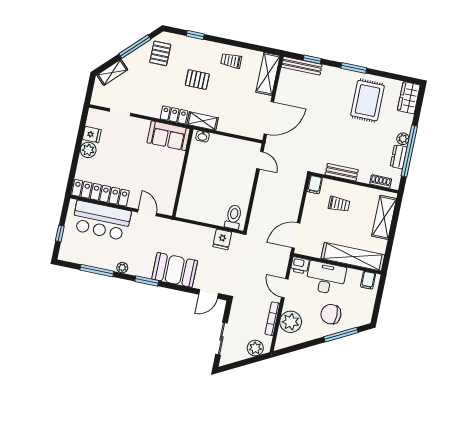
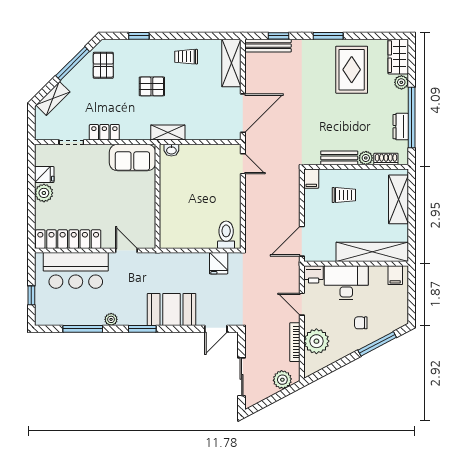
locker: (174, 115) -> (104, 132), moved
plant: (403, 139) -> (401, 82), moved
plant: (364, 177) -> (366, 158), added
chair: (331, 314) -> (361, 323), width x0.54, depth x0.54

